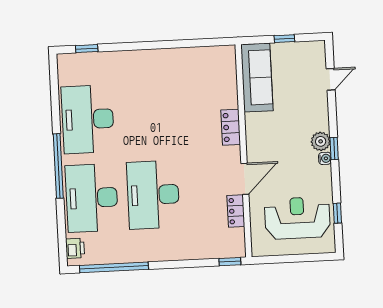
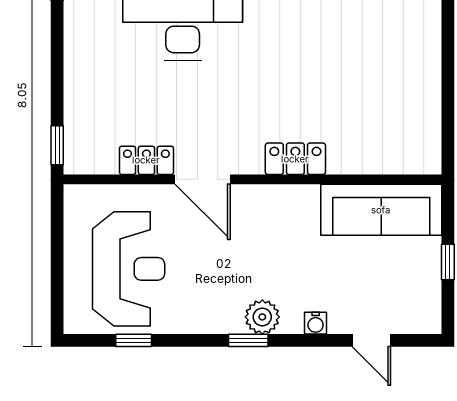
water cooler: (325, 158) -> (316, 323), moved

